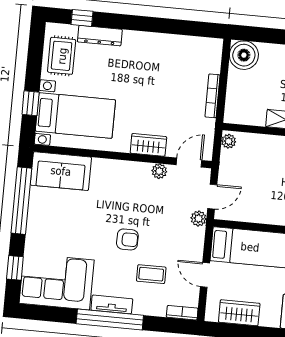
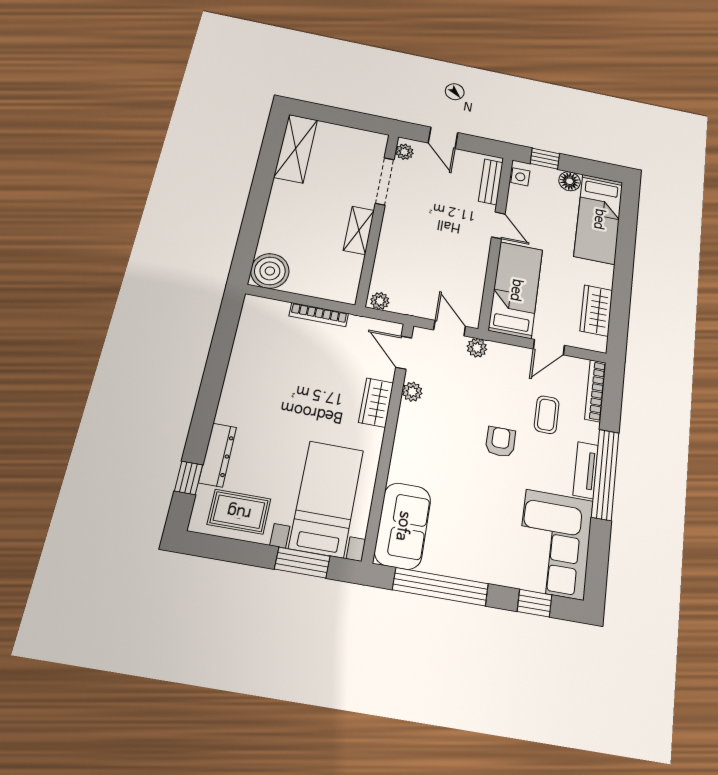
window: (31, 103) -> (302, 563), width x1.50
bookcase: (182, 313) -> (595, 391), width x1.56

